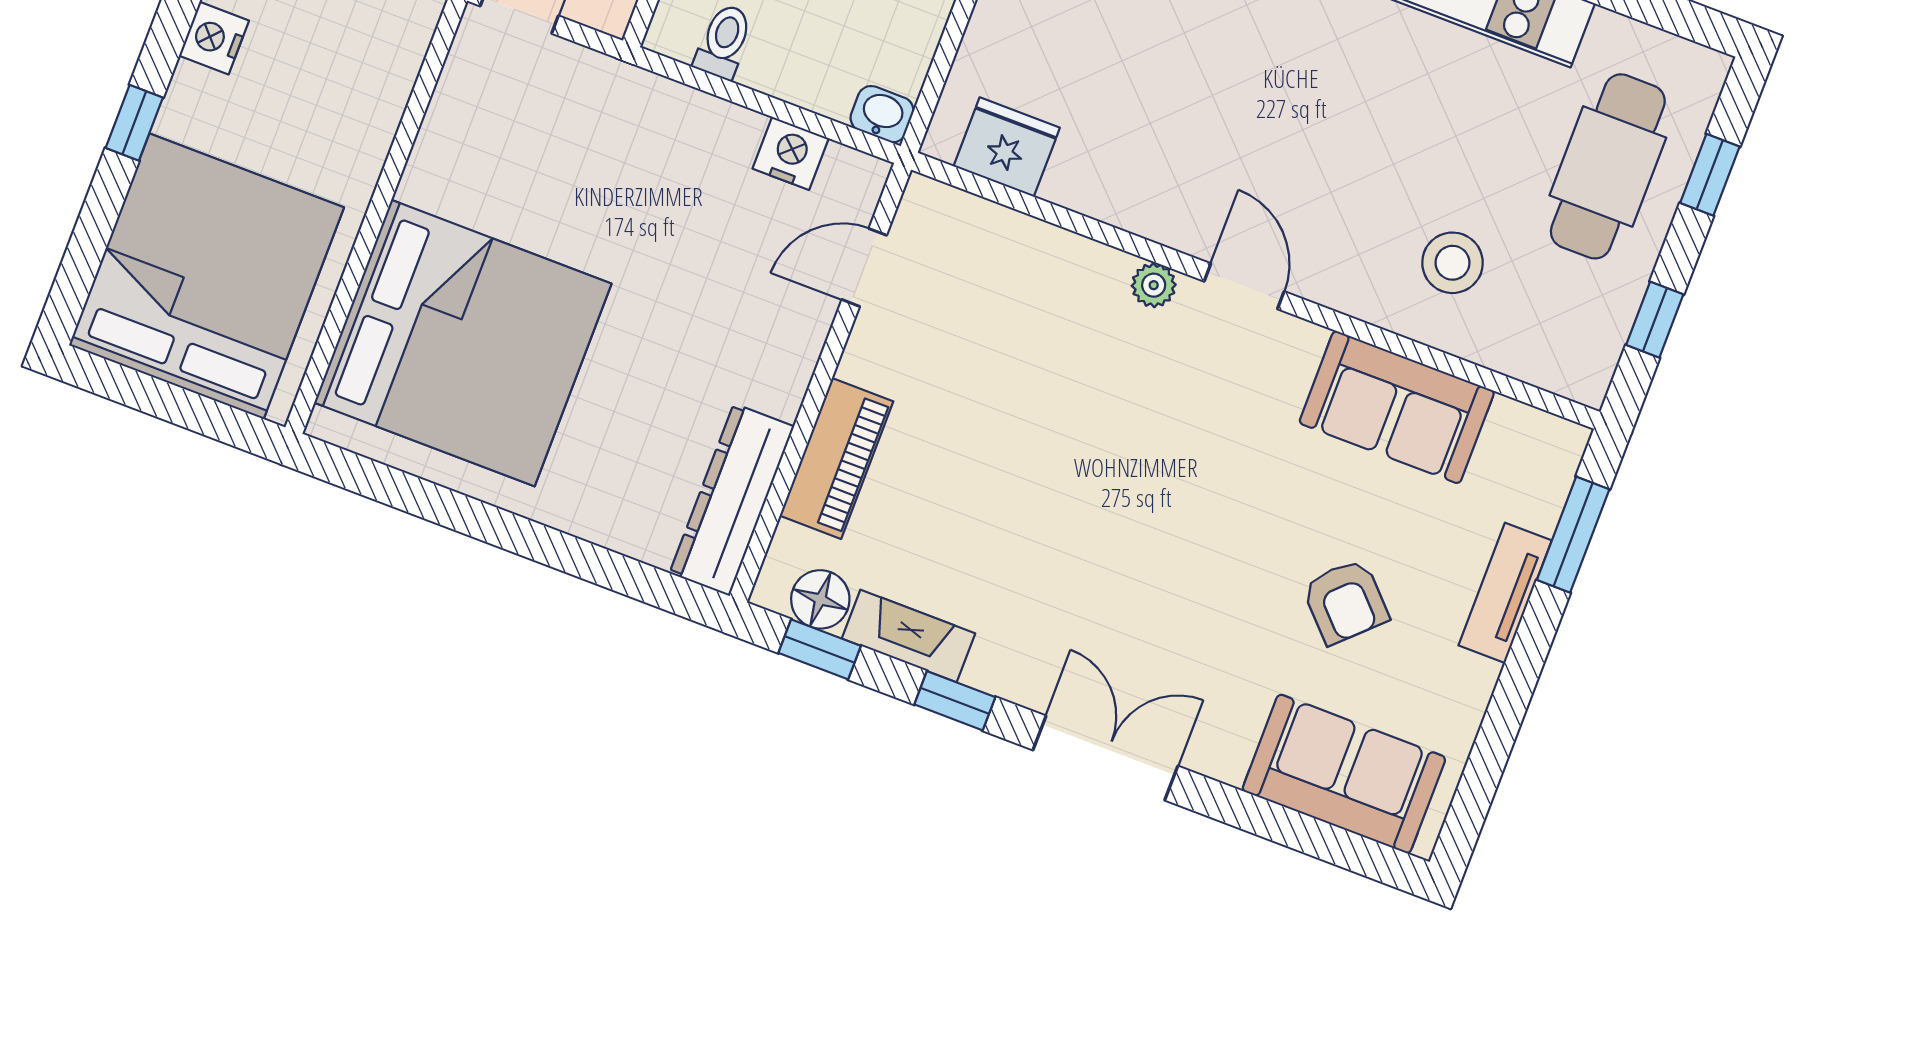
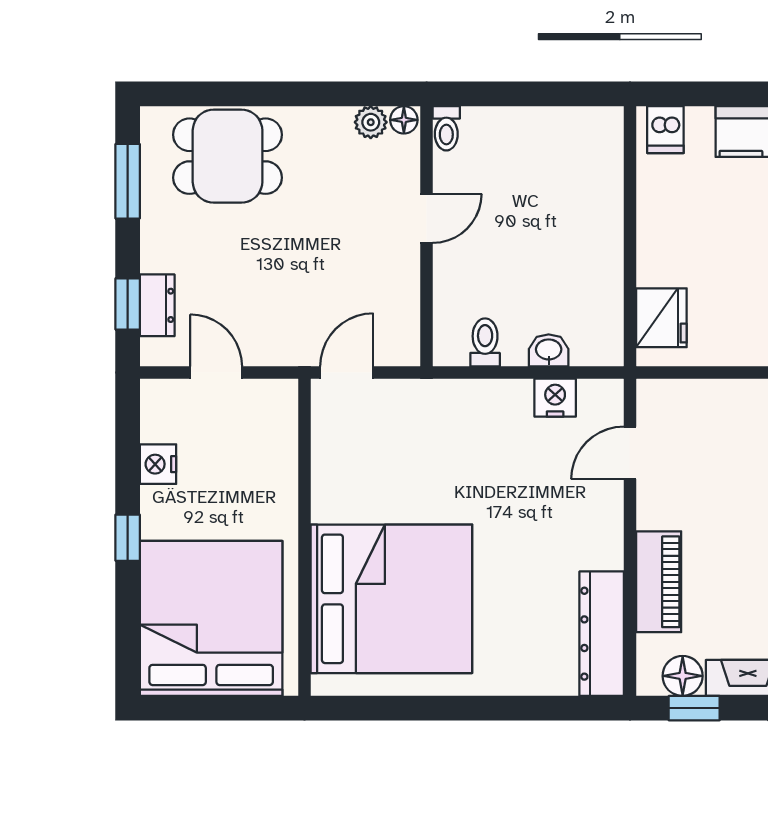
washbasin: (882, 114) -> (549, 350), moved
fridge: (1007, 147) -> (661, 318), moved, turned 90

